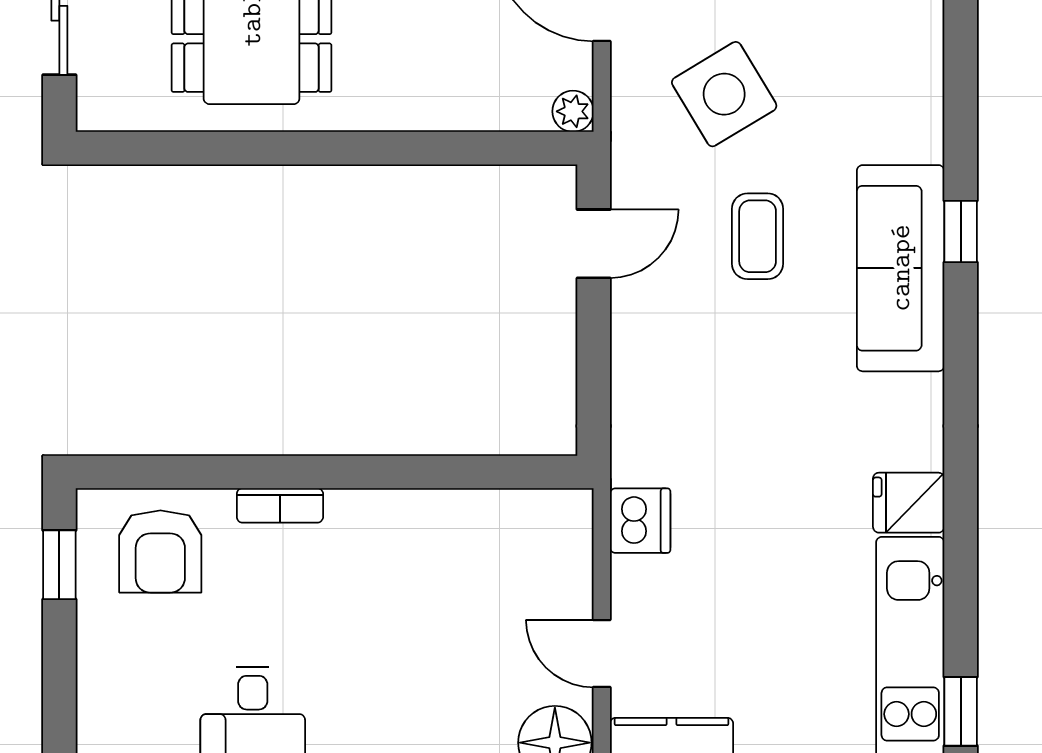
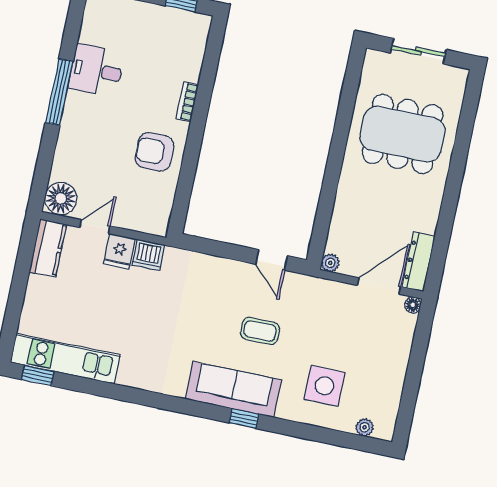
side table: (724, 94) -> (324, 386), moved, turned 31
fridge: (909, 503) -> (119, 251), moved, turned 180
armchair: (160, 551) -> (155, 152), moved

